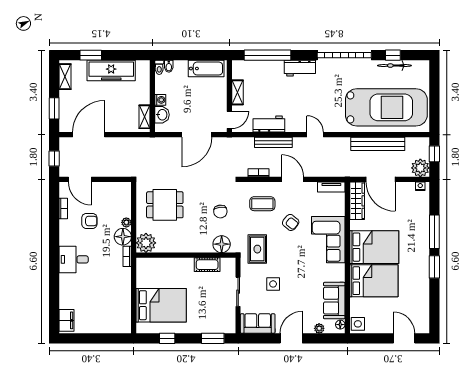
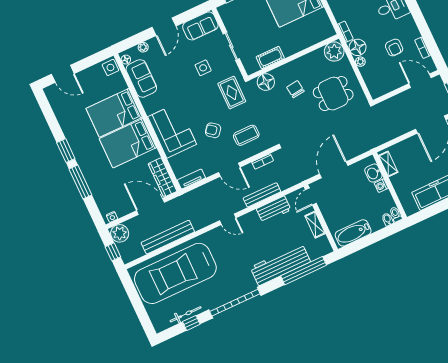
workbench: (300, 68) -> (280, 265), width x1.88, depth x1.32
chair: (220, 211) -> (295, 89), moved
armchair: (89, 221) -> (394, 47), turned -90

